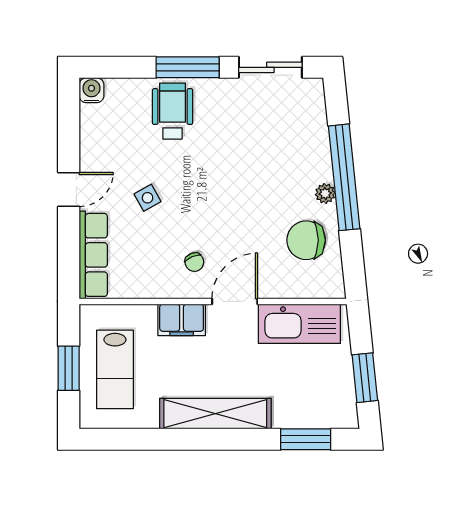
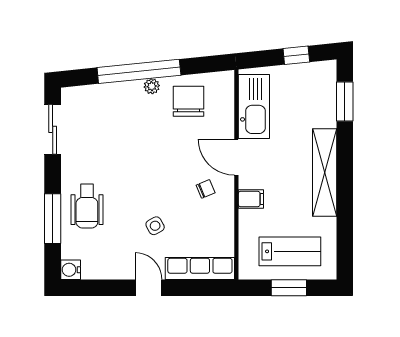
window: (188, 67) -> (53, 219), moved
wheelchair: (173, 111) -> (87, 206), turned -90
chair: (306, 240) -> (188, 101), turned 180
filing cabinet: (182, 320) -> (251, 199), width x0.50
window: (365, 378) -> (296, 55), width x0.67

